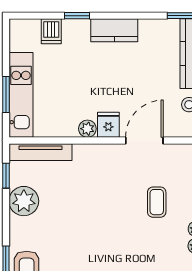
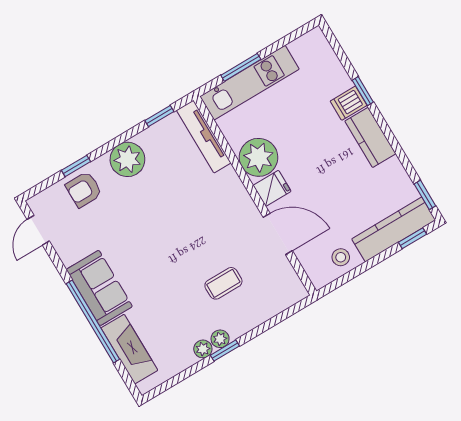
dishwasher: (51, 31) -> (349, 103), moved
plant: (87, 129) -> (259, 157), width x1.87, depth x1.87
plant: (24, 201) -> (127, 159), moved

